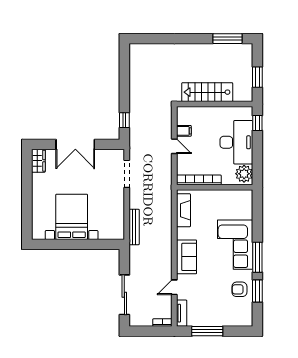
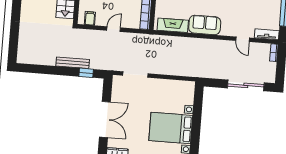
filing cabinet: (184, 131) -> (90, 18), moved
bench: (134, 227) -> (73, 63), moved
sofa: (187, 257) -> (205, 25), moved

